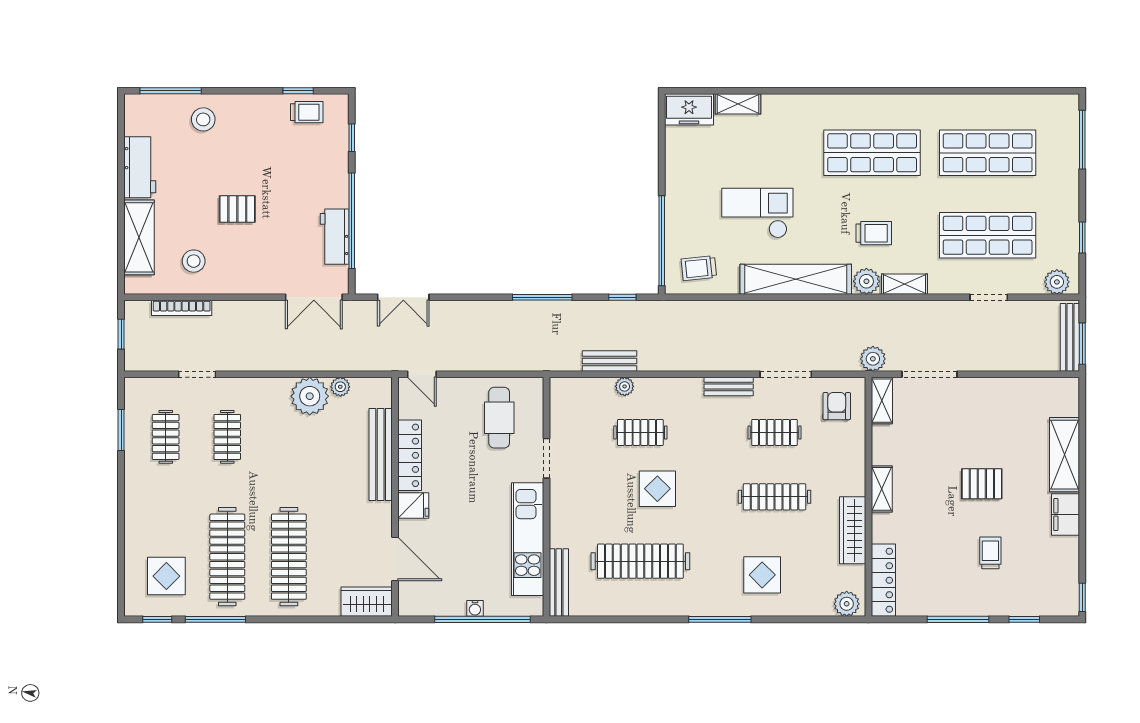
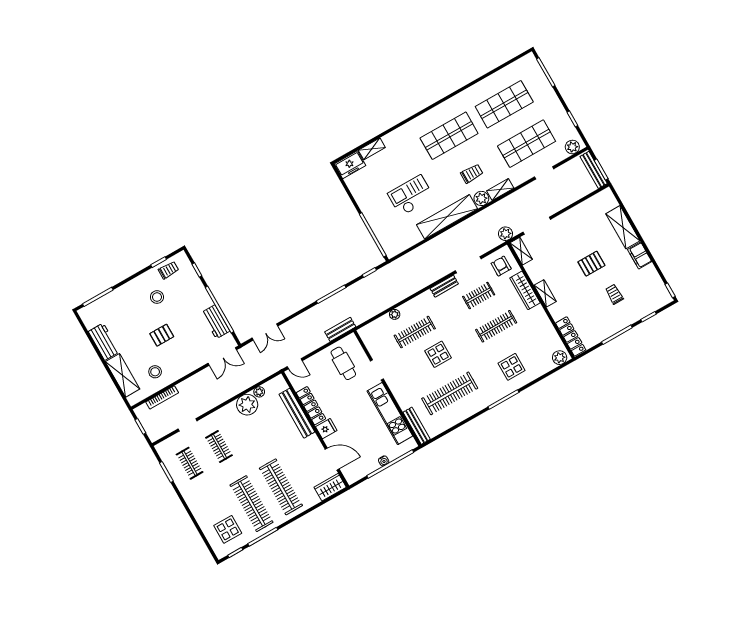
stool: (203, 119) -> (157, 297), moved
trolley: (699, 268) -> (398, 238), removed
bench: (610, 361) -> (340, 329), moved
clothes rail: (640, 432) -> (415, 332), width x1.36
wardrobe: (853, 530) -> (525, 290), moved

